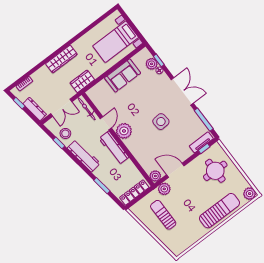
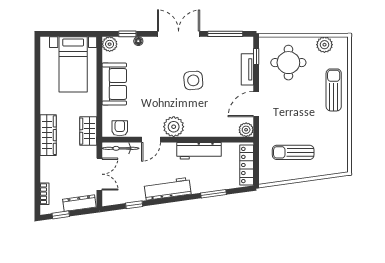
plant: (152, 64) -> (110, 44), moved
armchair: (98, 99) -> (120, 128), added
door: (106, 123) -> (151, 140), swing flipped
stool: (65, 133) -> (130, 190), removed
tv unit: (201, 142) -> (247, 69), moved
workbench: (114, 148) -> (199, 151), moved
plant: (164, 189) -> (267, 131), removed
plant: (250, 194) -> (324, 45), moved
sun lounger: (220, 211) -> (334, 90), width x0.73, depth x0.75

